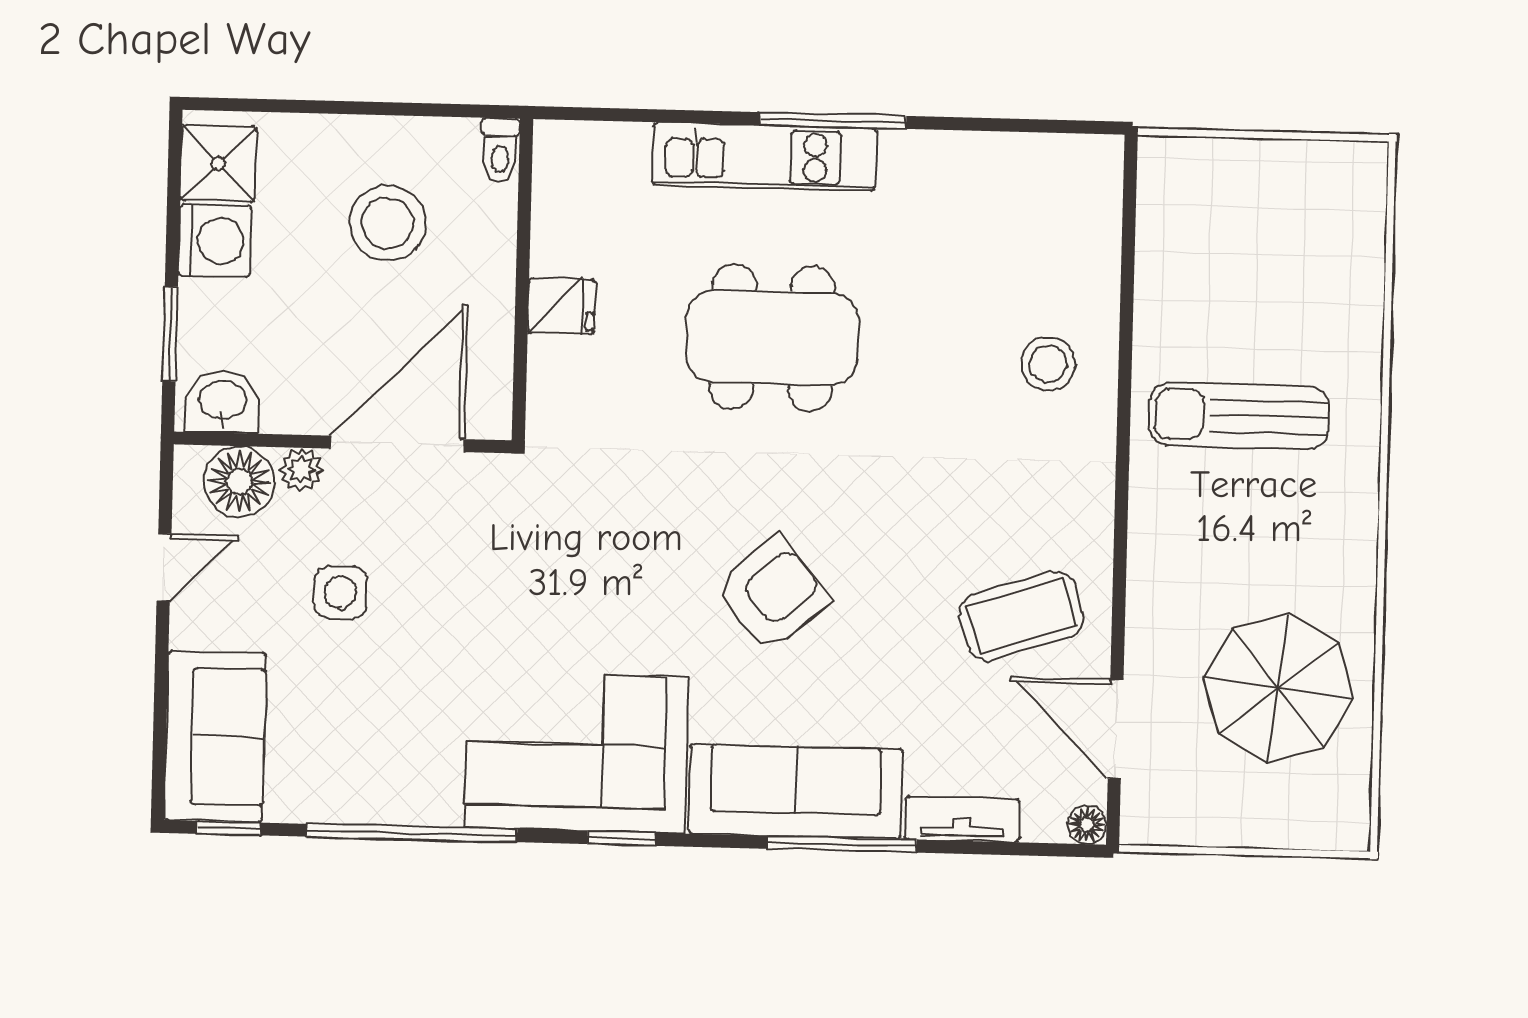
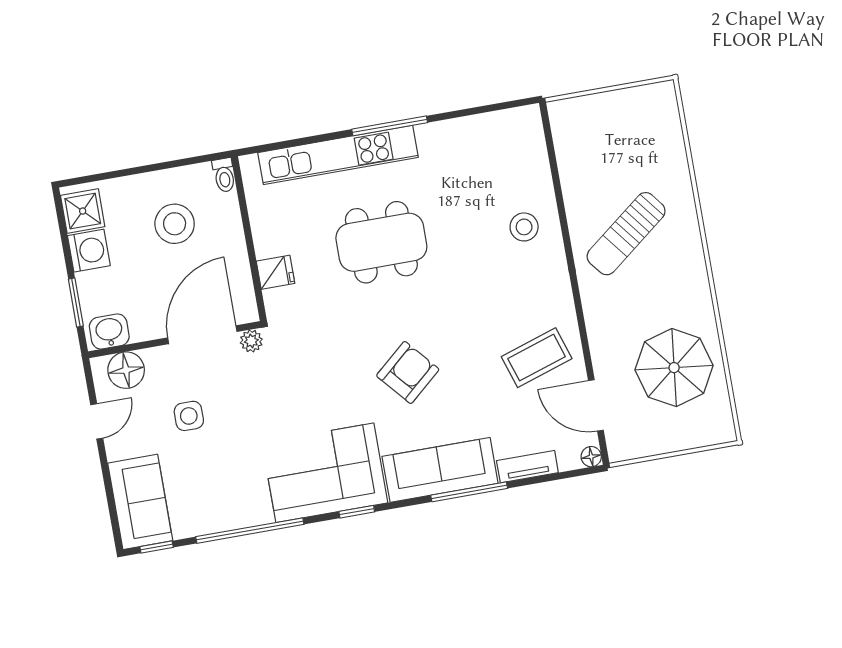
kitchen unit: (764, 157) -> (338, 155), width x1.36
fridge: (561, 306) -> (276, 272), moved
sun lounger: (1239, 416) -> (626, 234), turned -38
plant: (301, 470) -> (251, 341), moved

